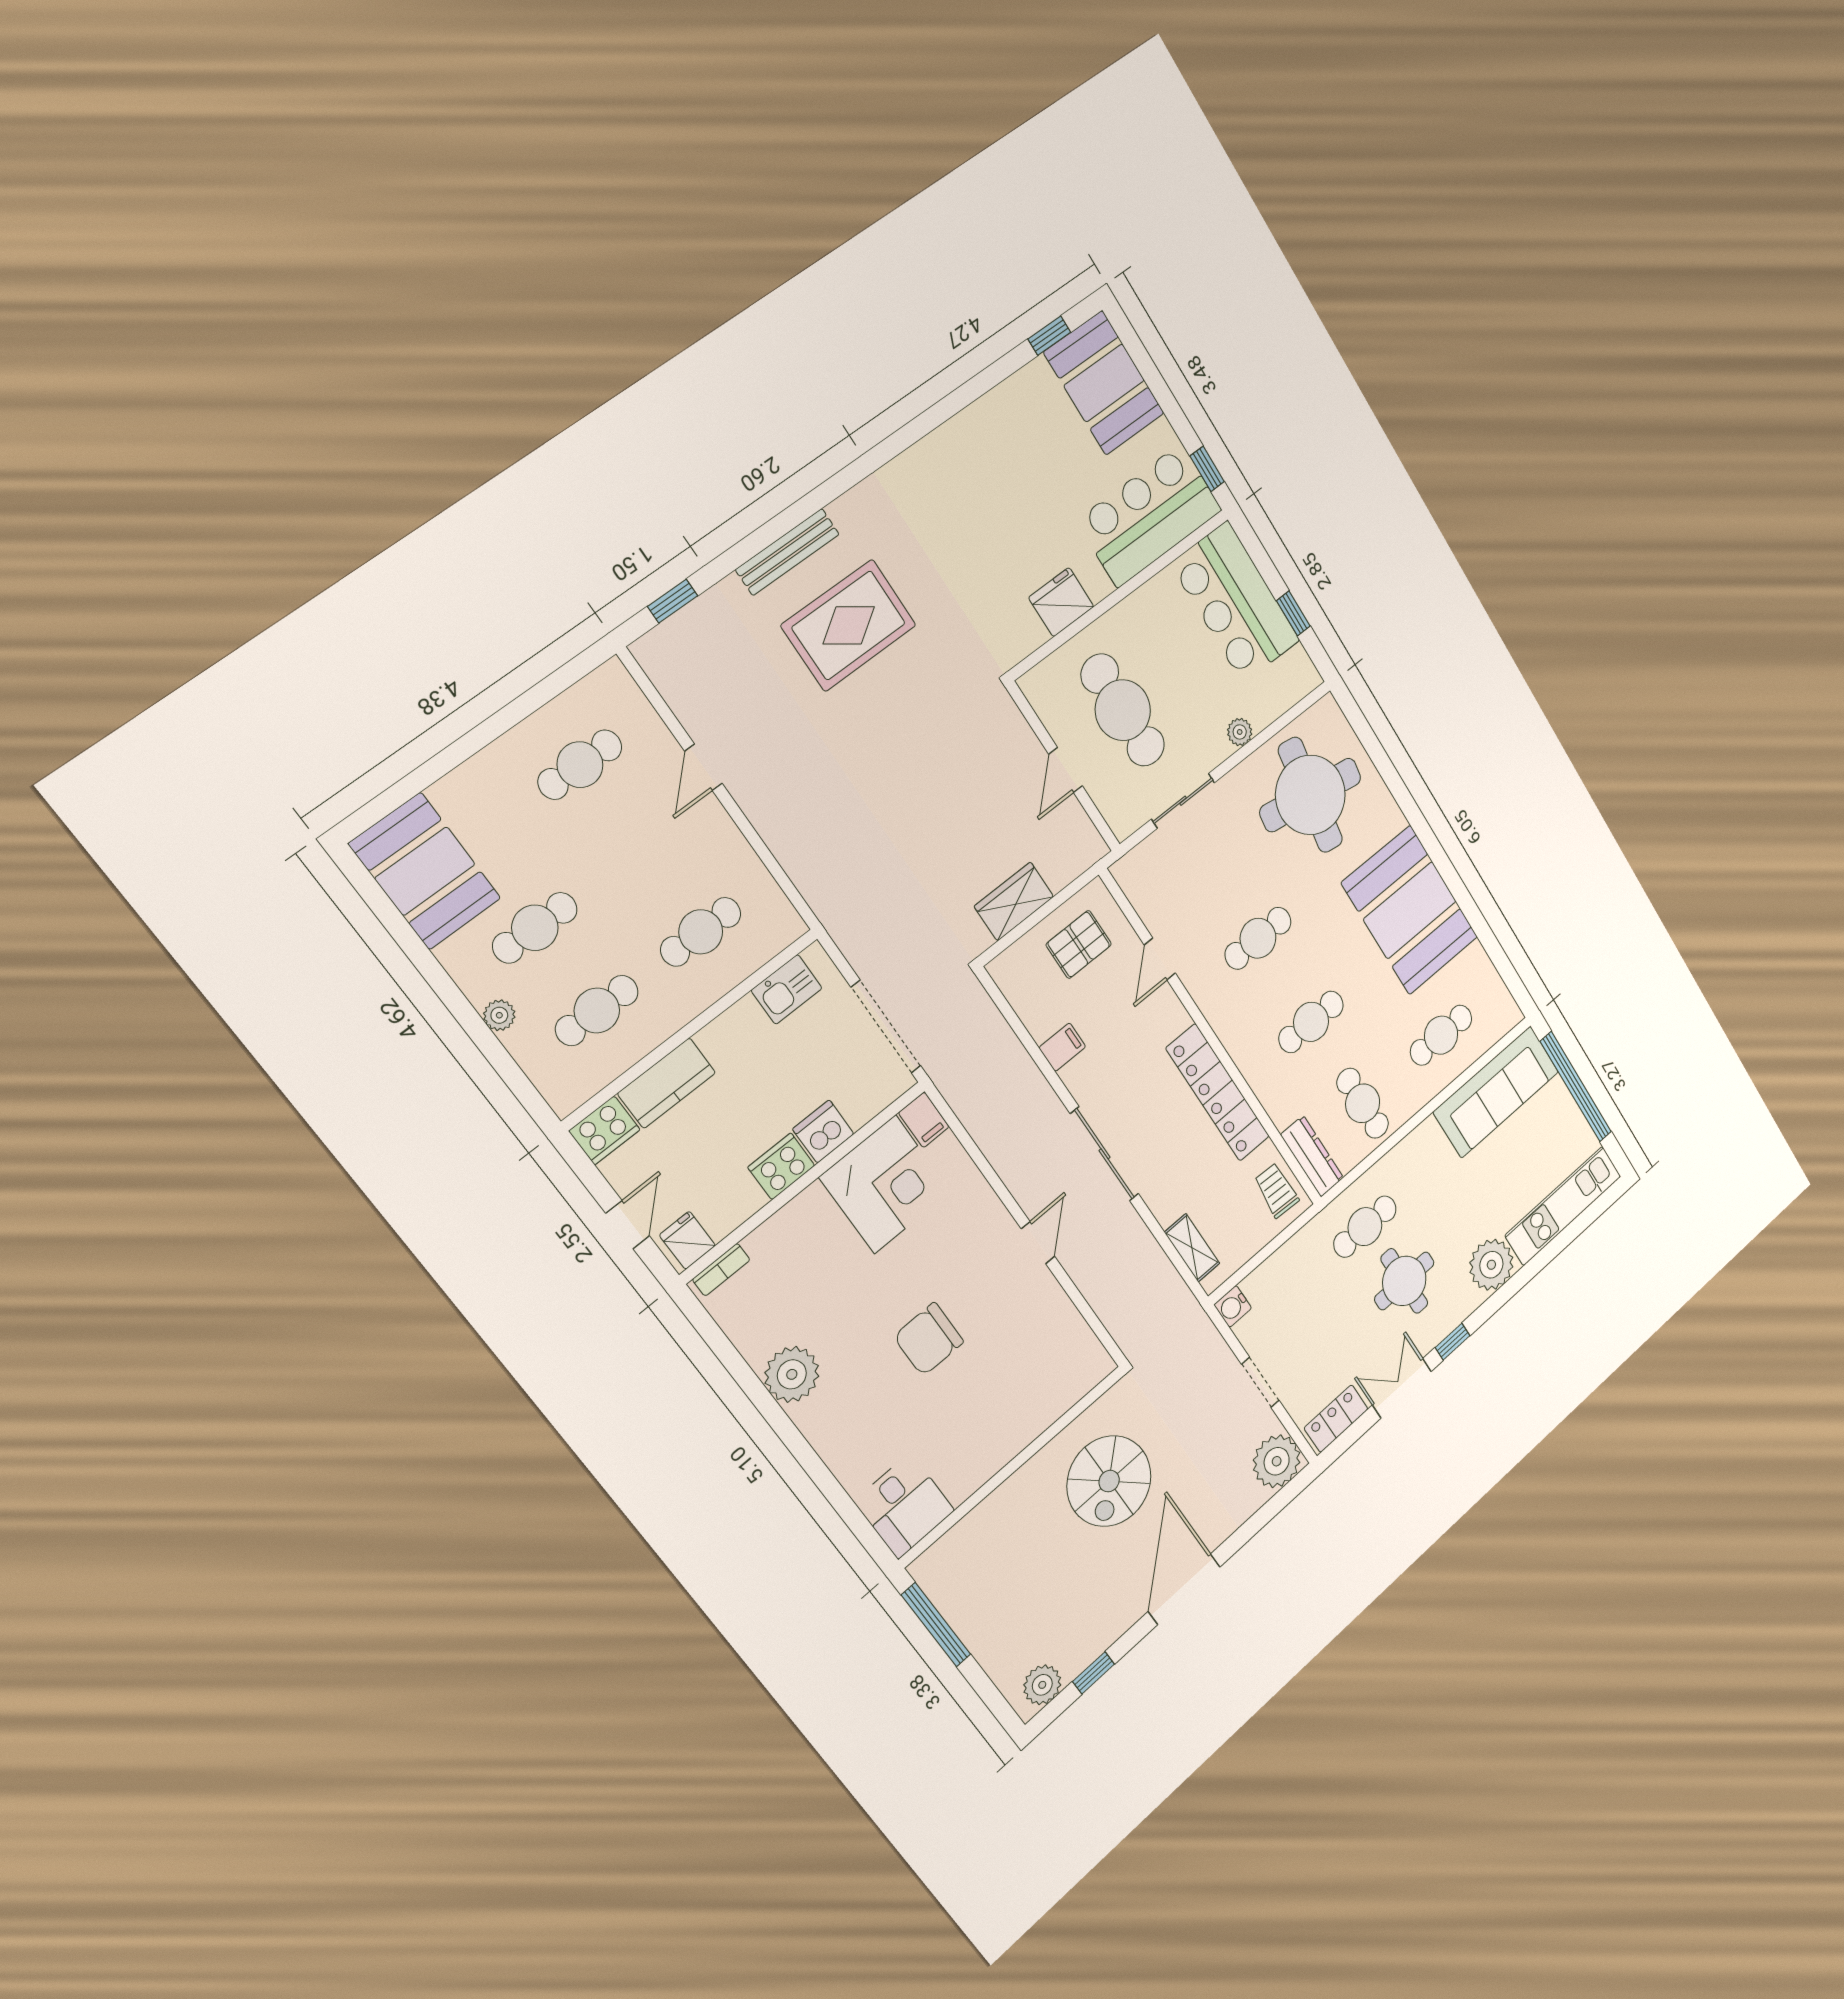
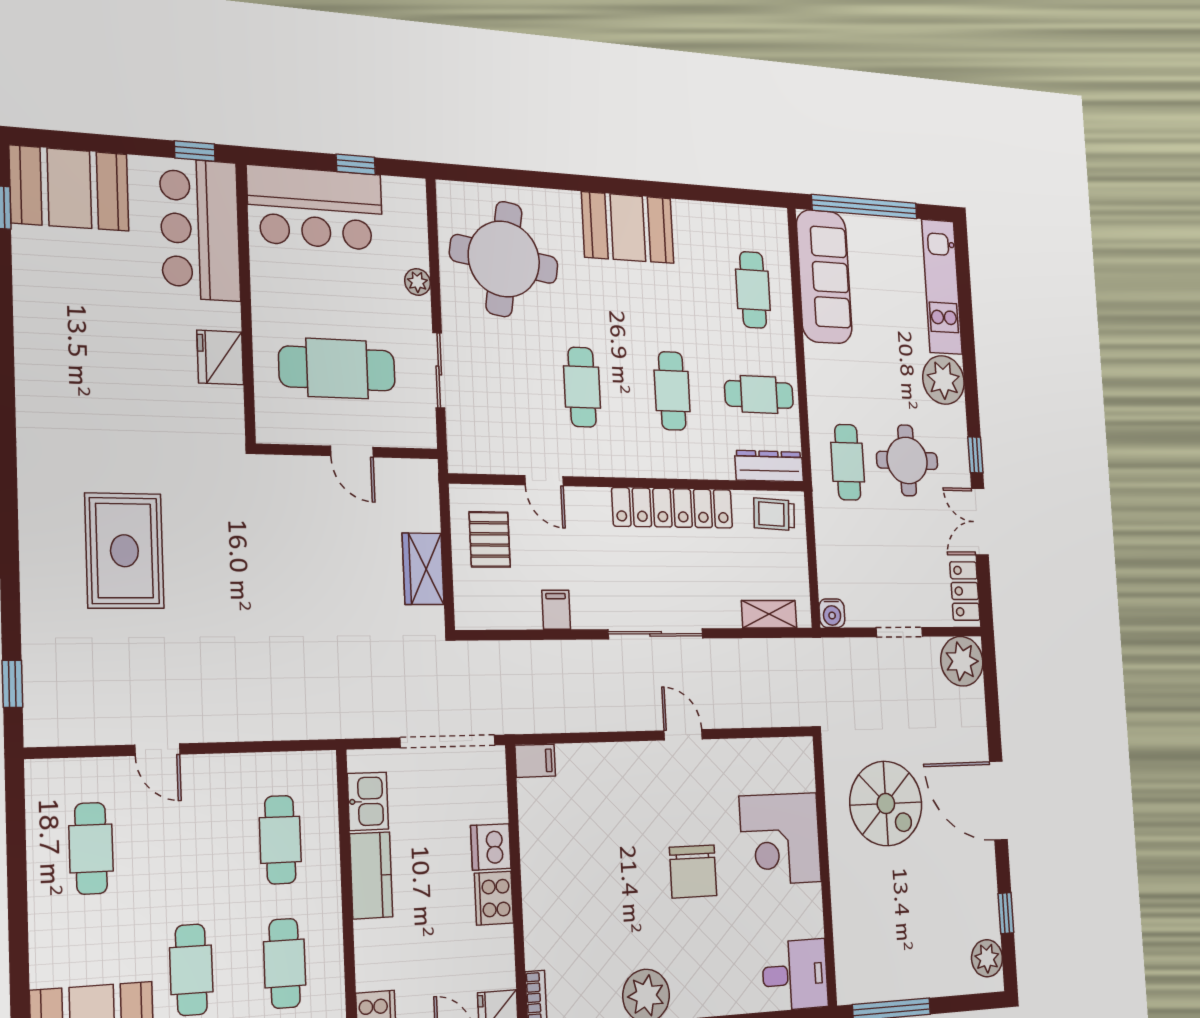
bench: (788, 552) -> (34, 560), removed
booth: (1410, 910) -> (628, 228), width x0.73, depth x0.70
kitchen counter: (667, 1083) -> (371, 875), moved
corner desk: (885, 1184) -> (780, 839), moved, turned 180

